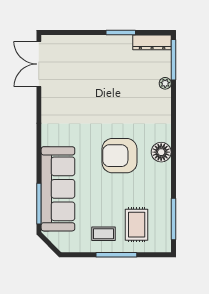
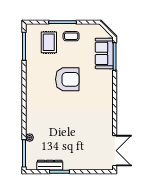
dresser: (152, 42) -> (50, 165), moved
floor lamp: (161, 152) -> (32, 91), removed
armchair: (119, 156) -> (67, 79), moved
sofa: (58, 189) -> (104, 53), width x0.54, depth x0.79

